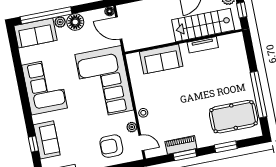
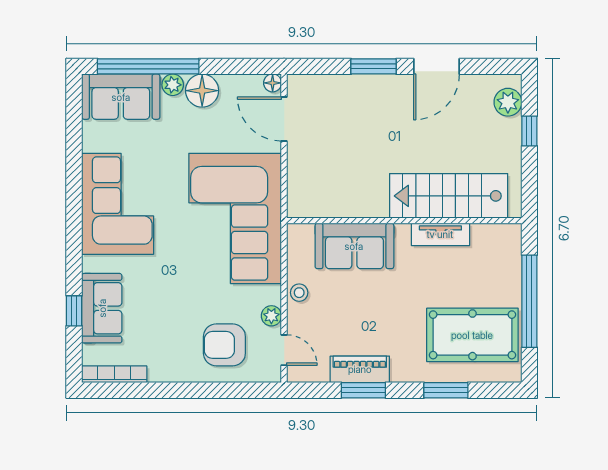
stairs: (203, 25) -> (449, 196), moved
wall: (183, 42) -> (404, 221), moved
tv unit: (203, 45) -> (440, 234), moved
sofa: (161, 59) -> (354, 246), moved

